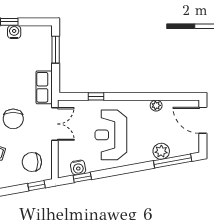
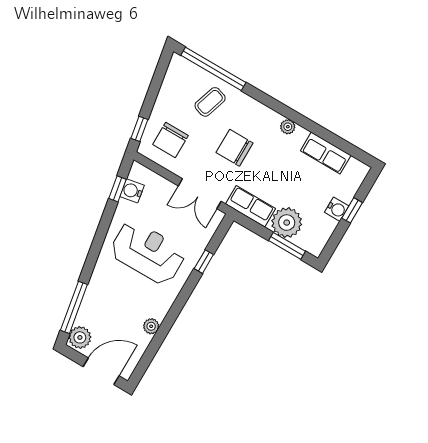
plant: (41, 59) -> (287, 223), added
plant: (161, 151) -> (80, 337), moved
chair: (32, 162) -> (171, 140), turned 180

